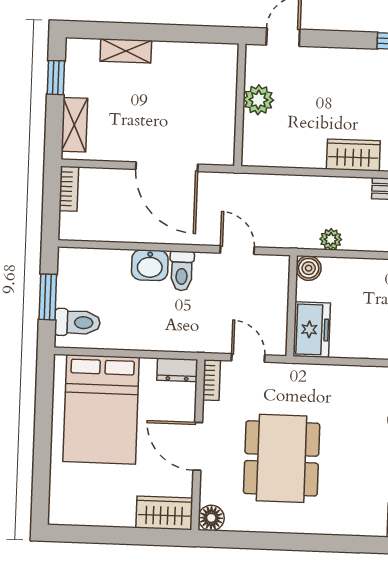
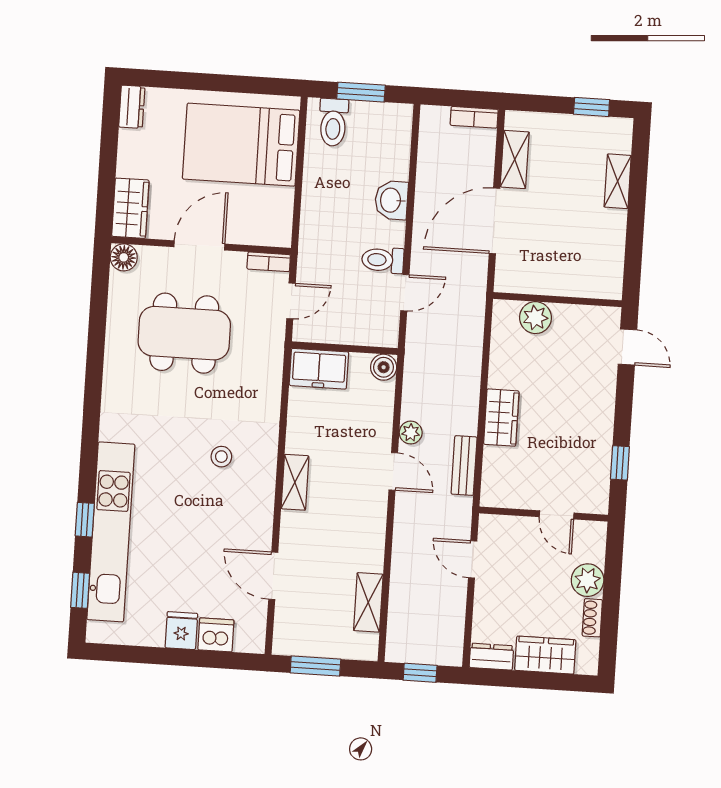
plant: (258, 100) -> (535, 318), moved
shelving: (74, 125) -> (515, 159), moved, turned 90
plant: (331, 239) -> (411, 433), moved
toilet: (182, 271) -> (383, 260), moved
dresser: (177, 370) -> (132, 107), moved, turned 180

